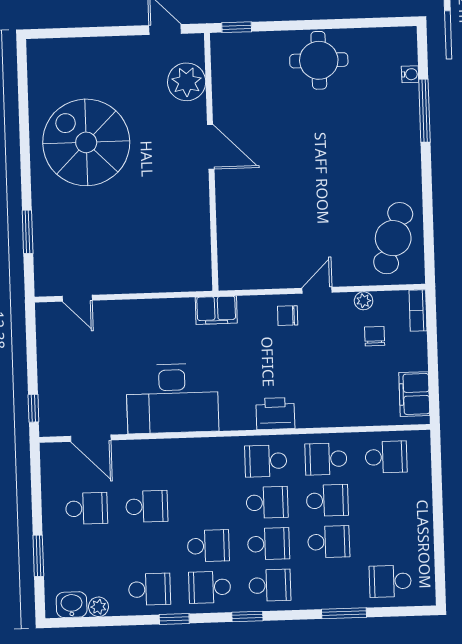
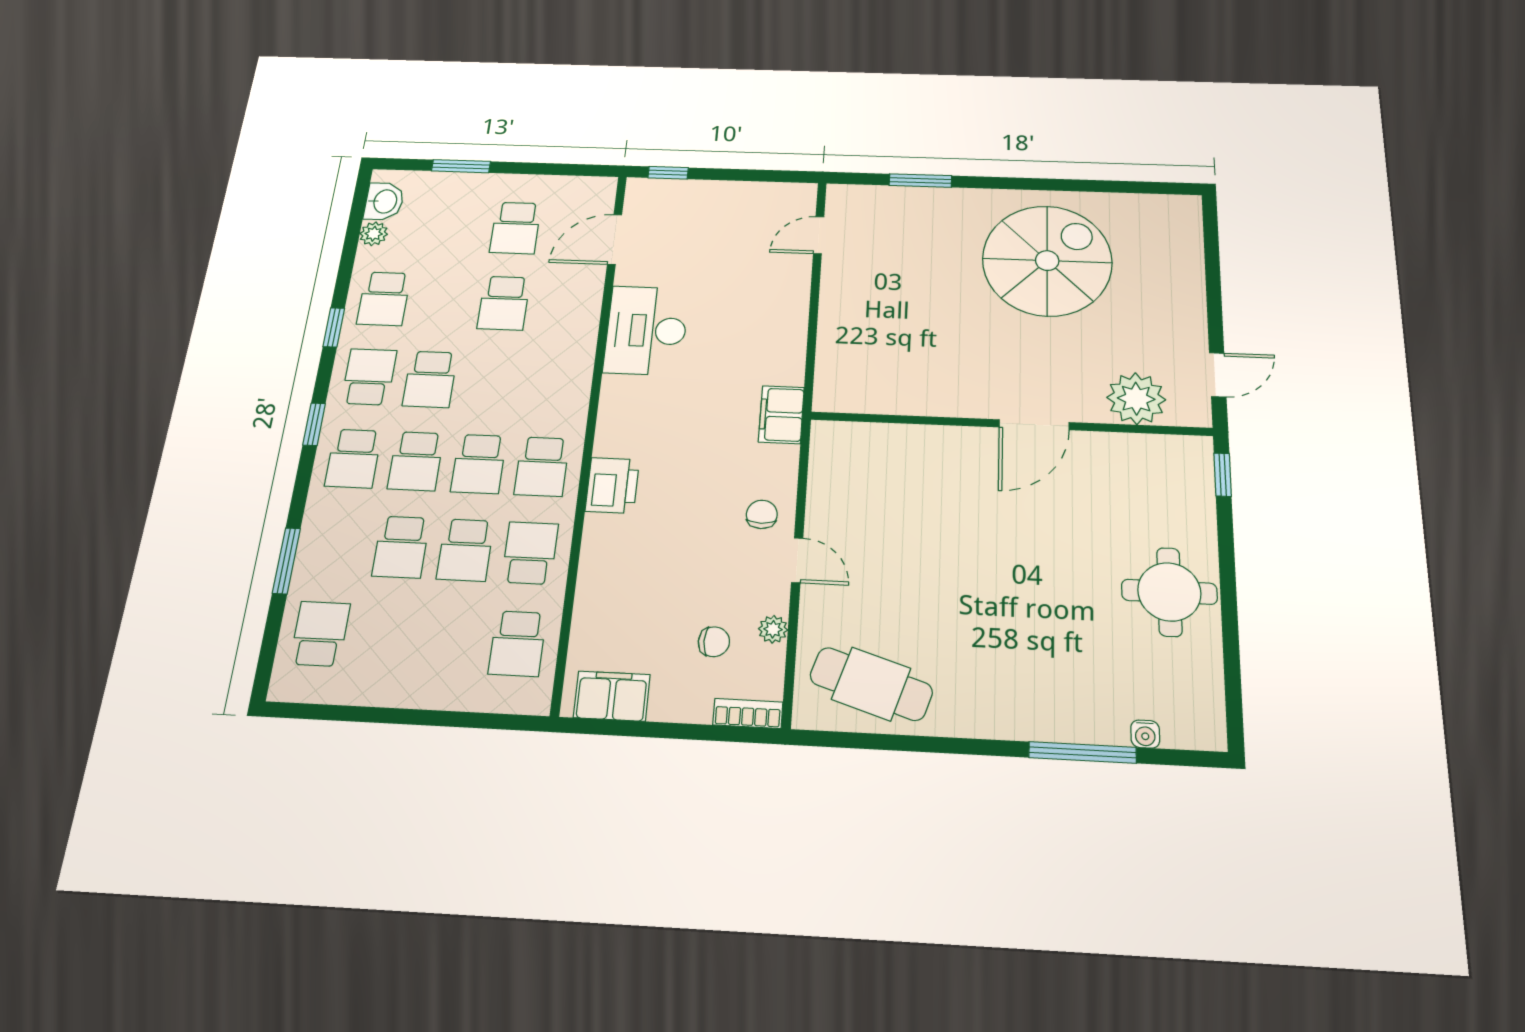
desk: (172, 399) -> (646, 330), width x0.73, depth x0.77
school desk: (266, 461) -> (542, 467), turned 180

